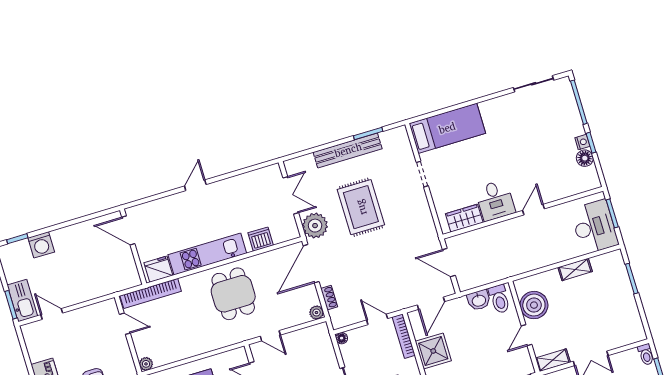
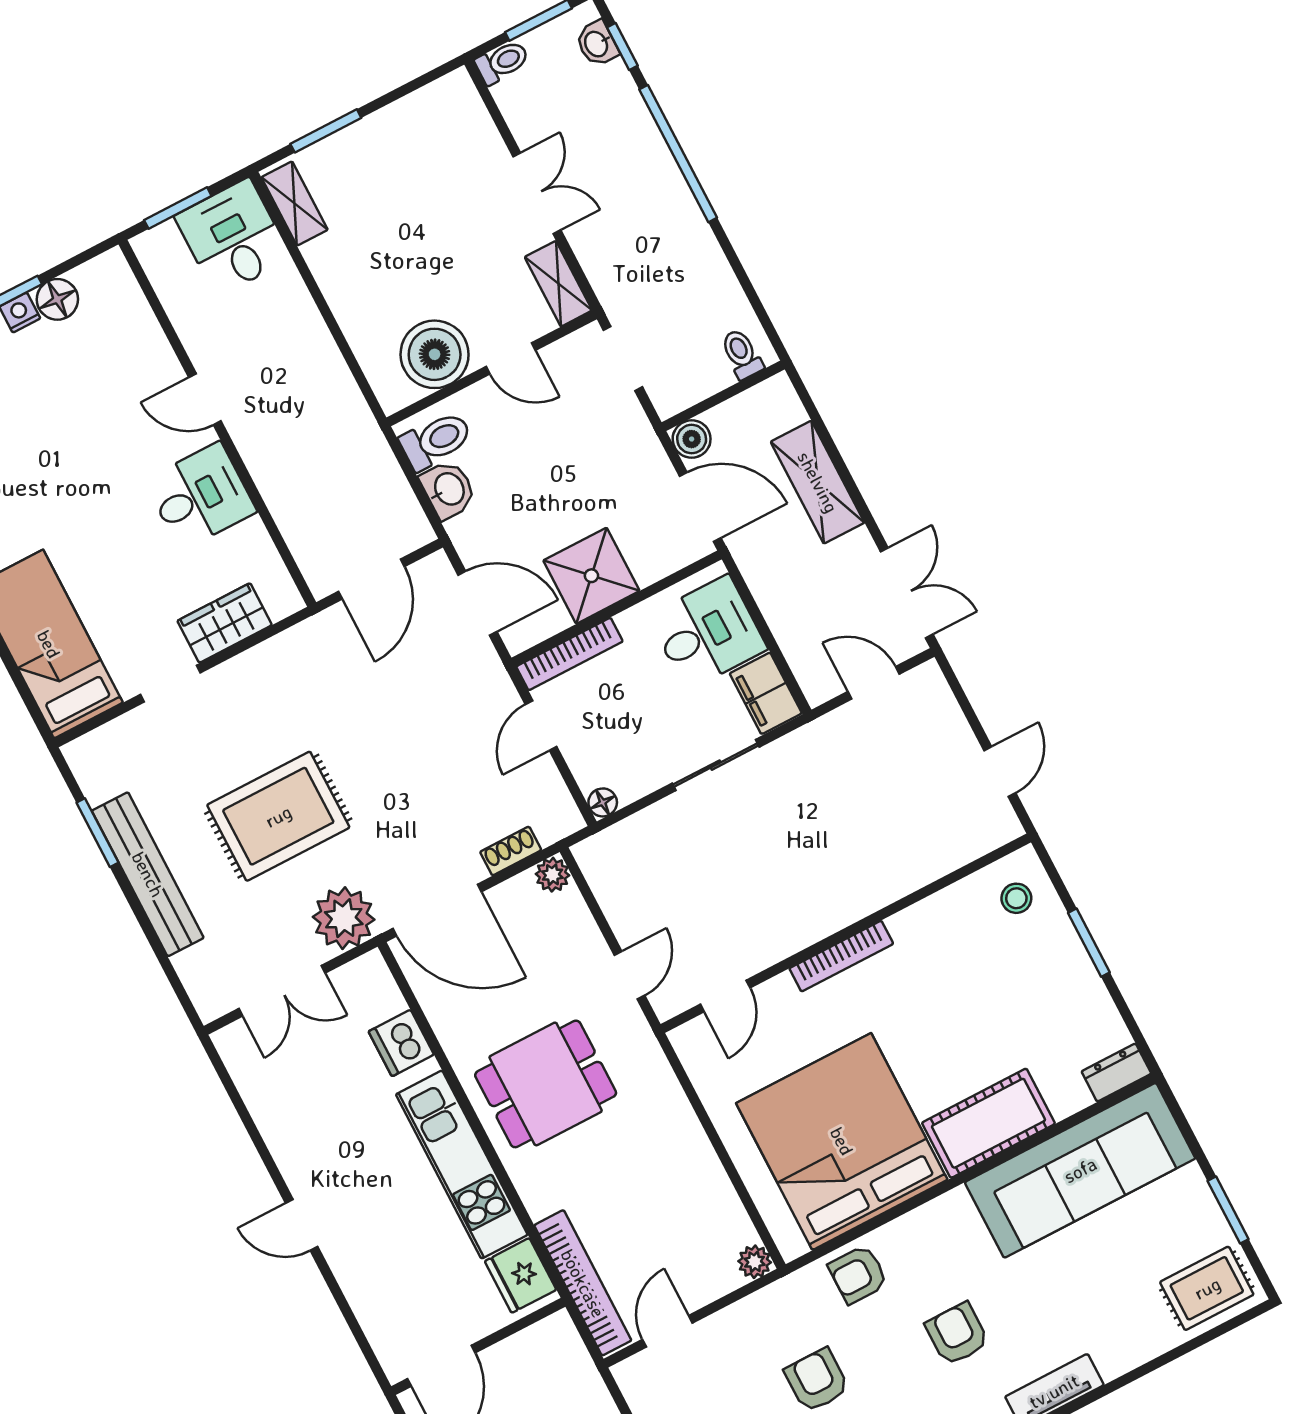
double door: (291, 195) -> (282, 991), swing flipped
wardrobe: (464, 218) -> (225, 623), moved, turned 90
desk: (594, 227) -> (233, 237), width x0.73
shelving: (575, 269) -> (295, 203), moved

